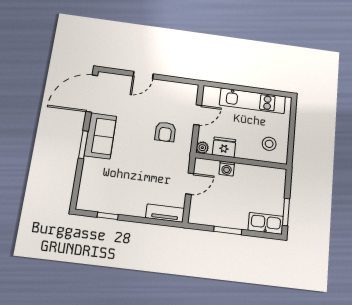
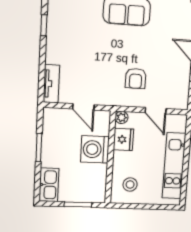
armchair: (165, 132) -> (136, 78), turned -90
washing machine: (227, 168) -> (95, 149), width x1.89, depth x1.89
window: (286, 212) -> (78, 205), moved

